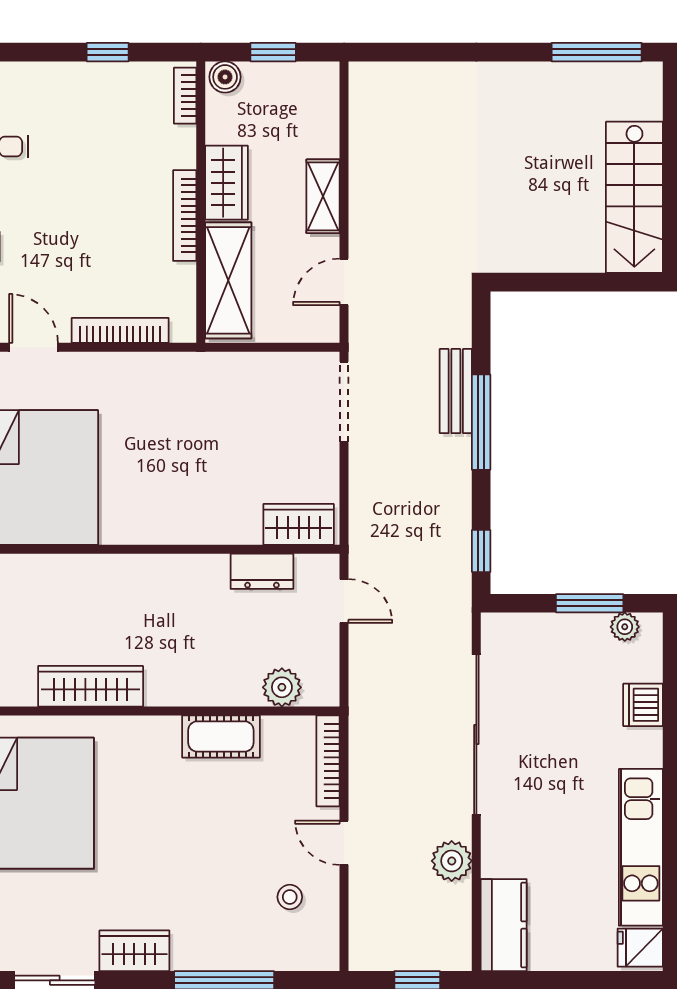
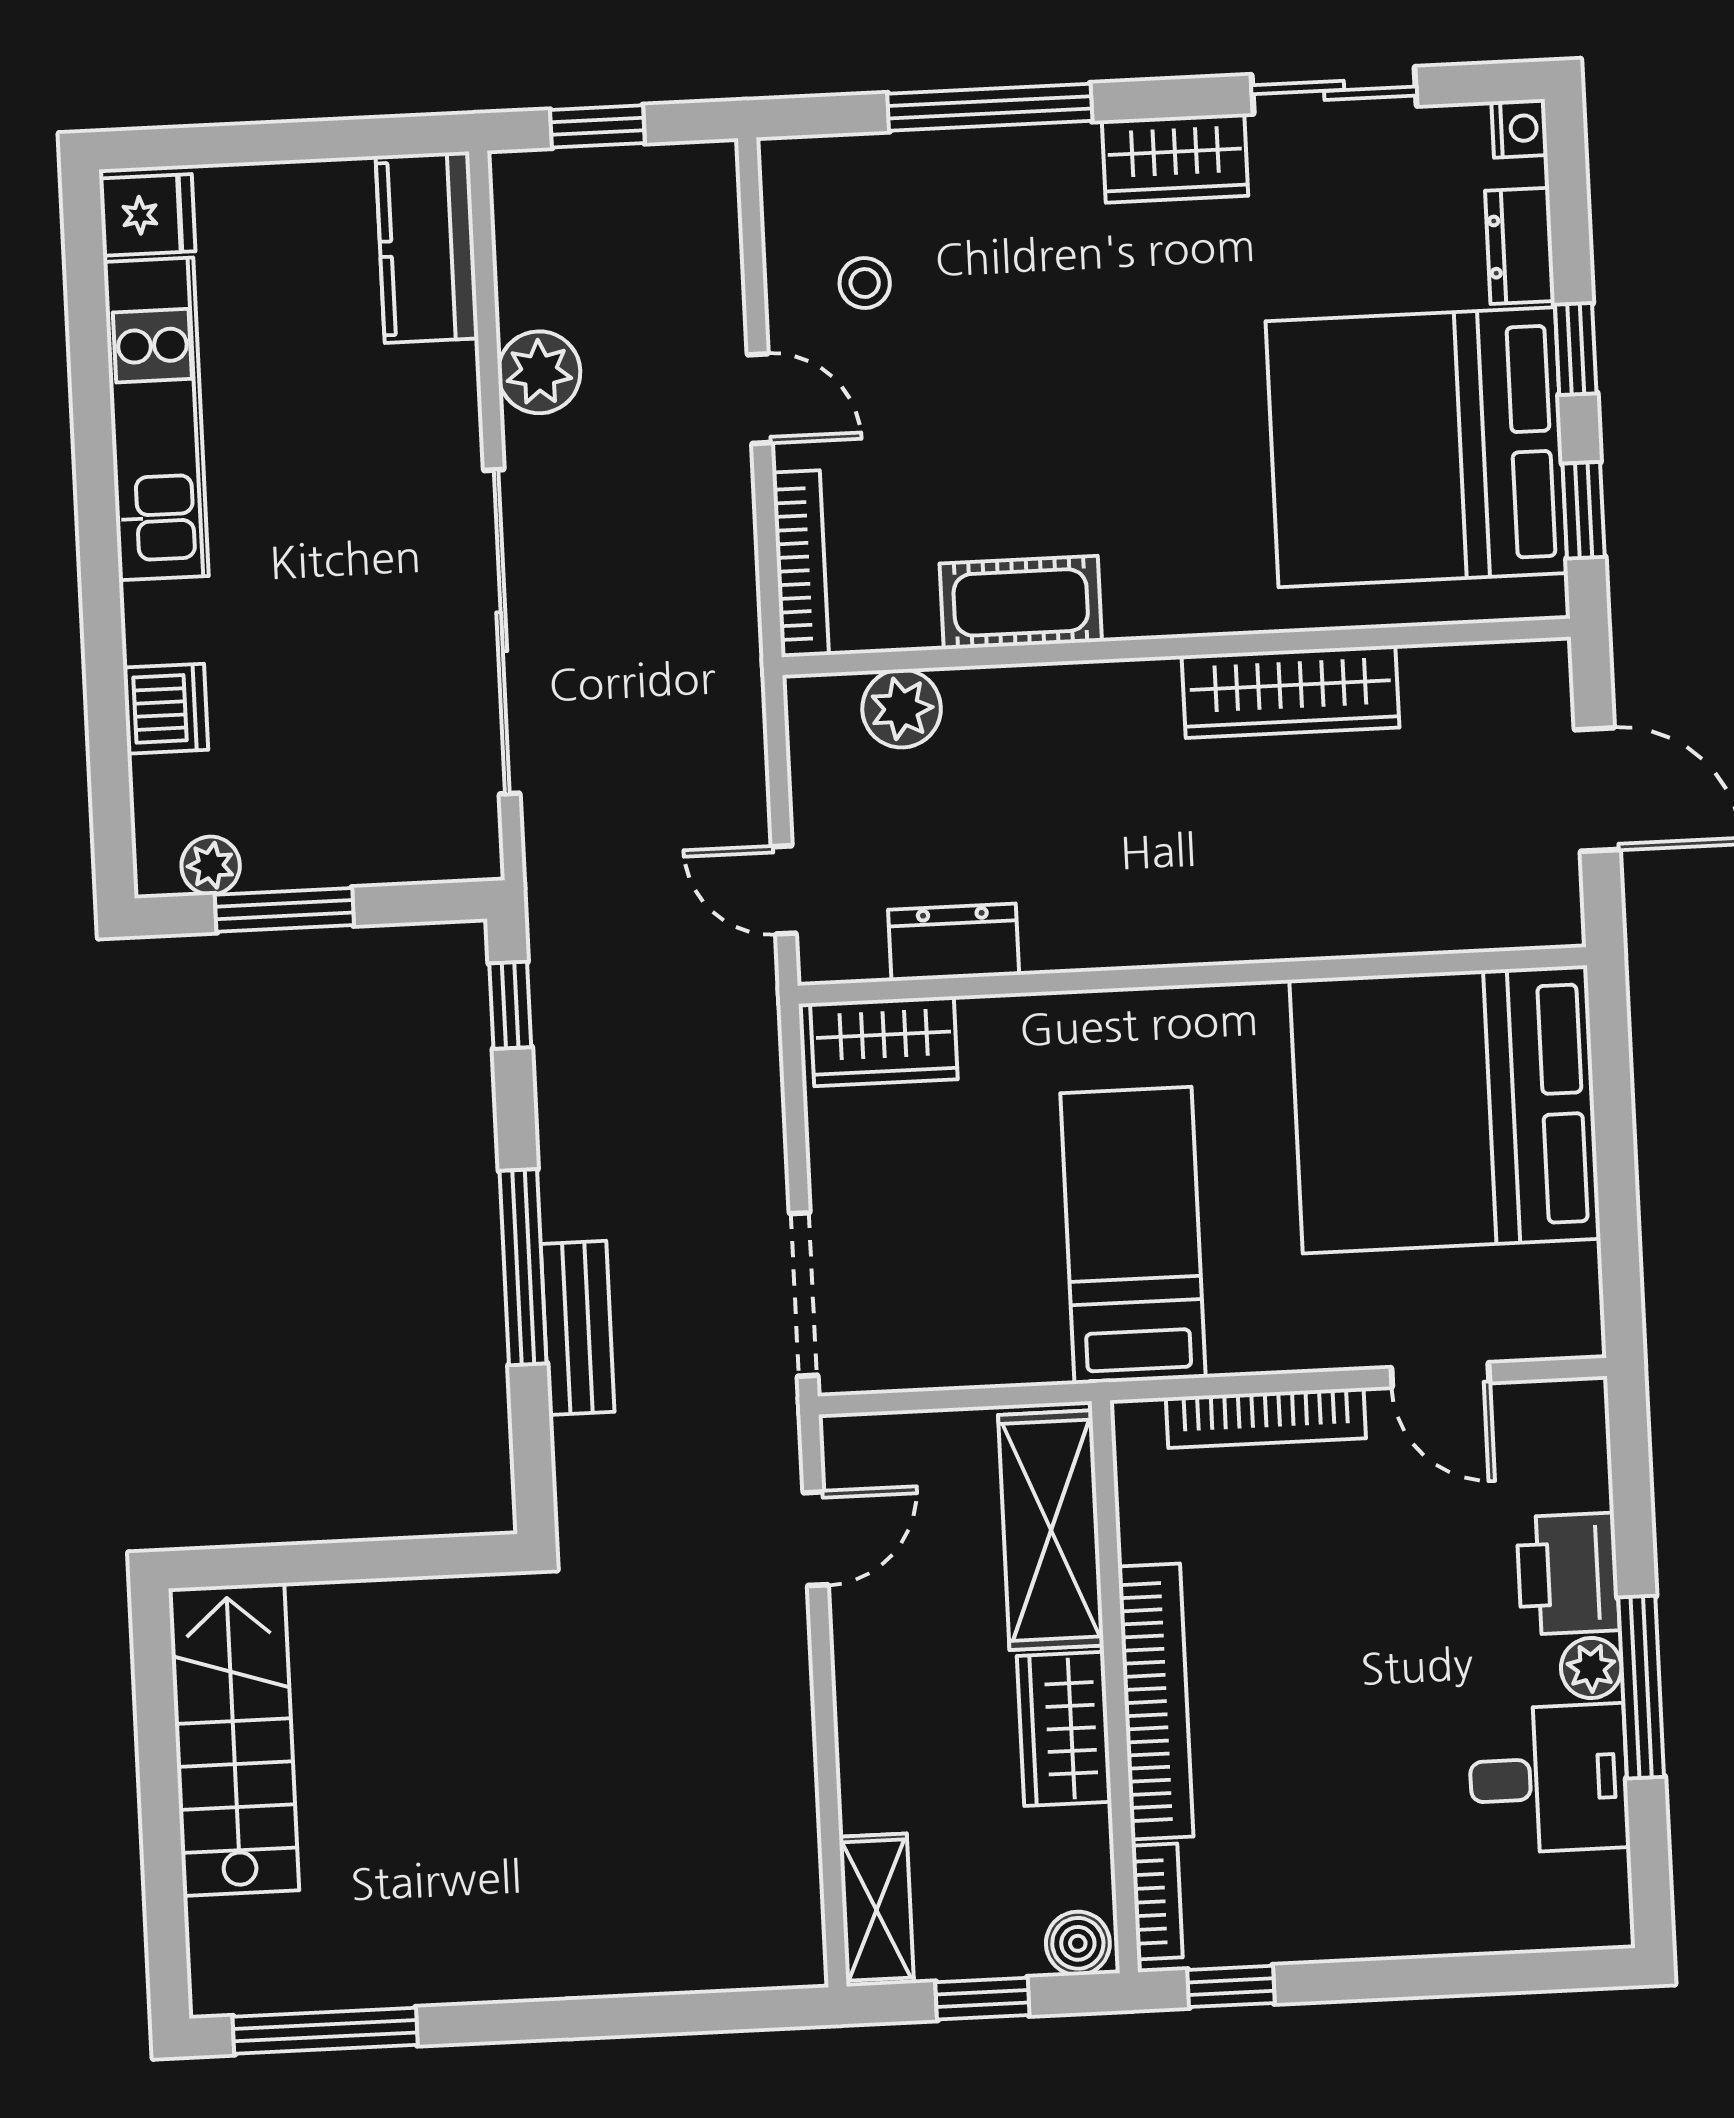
window: (108, 52) -> (1231, 1986), moved
shelving: (323, 196) -> (877, 1910), moved
bookcase: (185, 216) -> (1156, 1702), width x1.48, depth x1.31
bed: (181, 423) -> (1133, 1235), added

